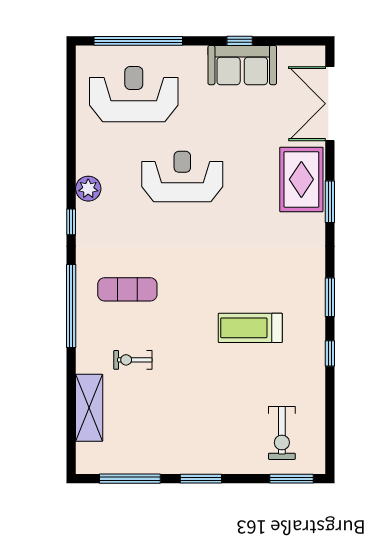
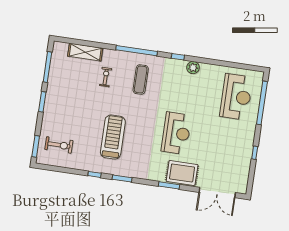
sofa: (242, 65) -> (243, 152), removed
double door: (330, 104) -> (217, 193), swing flipped
reception desk: (182, 177) -> (176, 133), moved
treadmill: (250, 328) -> (113, 137), width x1.37, depth x1.38
exercise bike: (282, 433) -> (59, 145), turned 180

